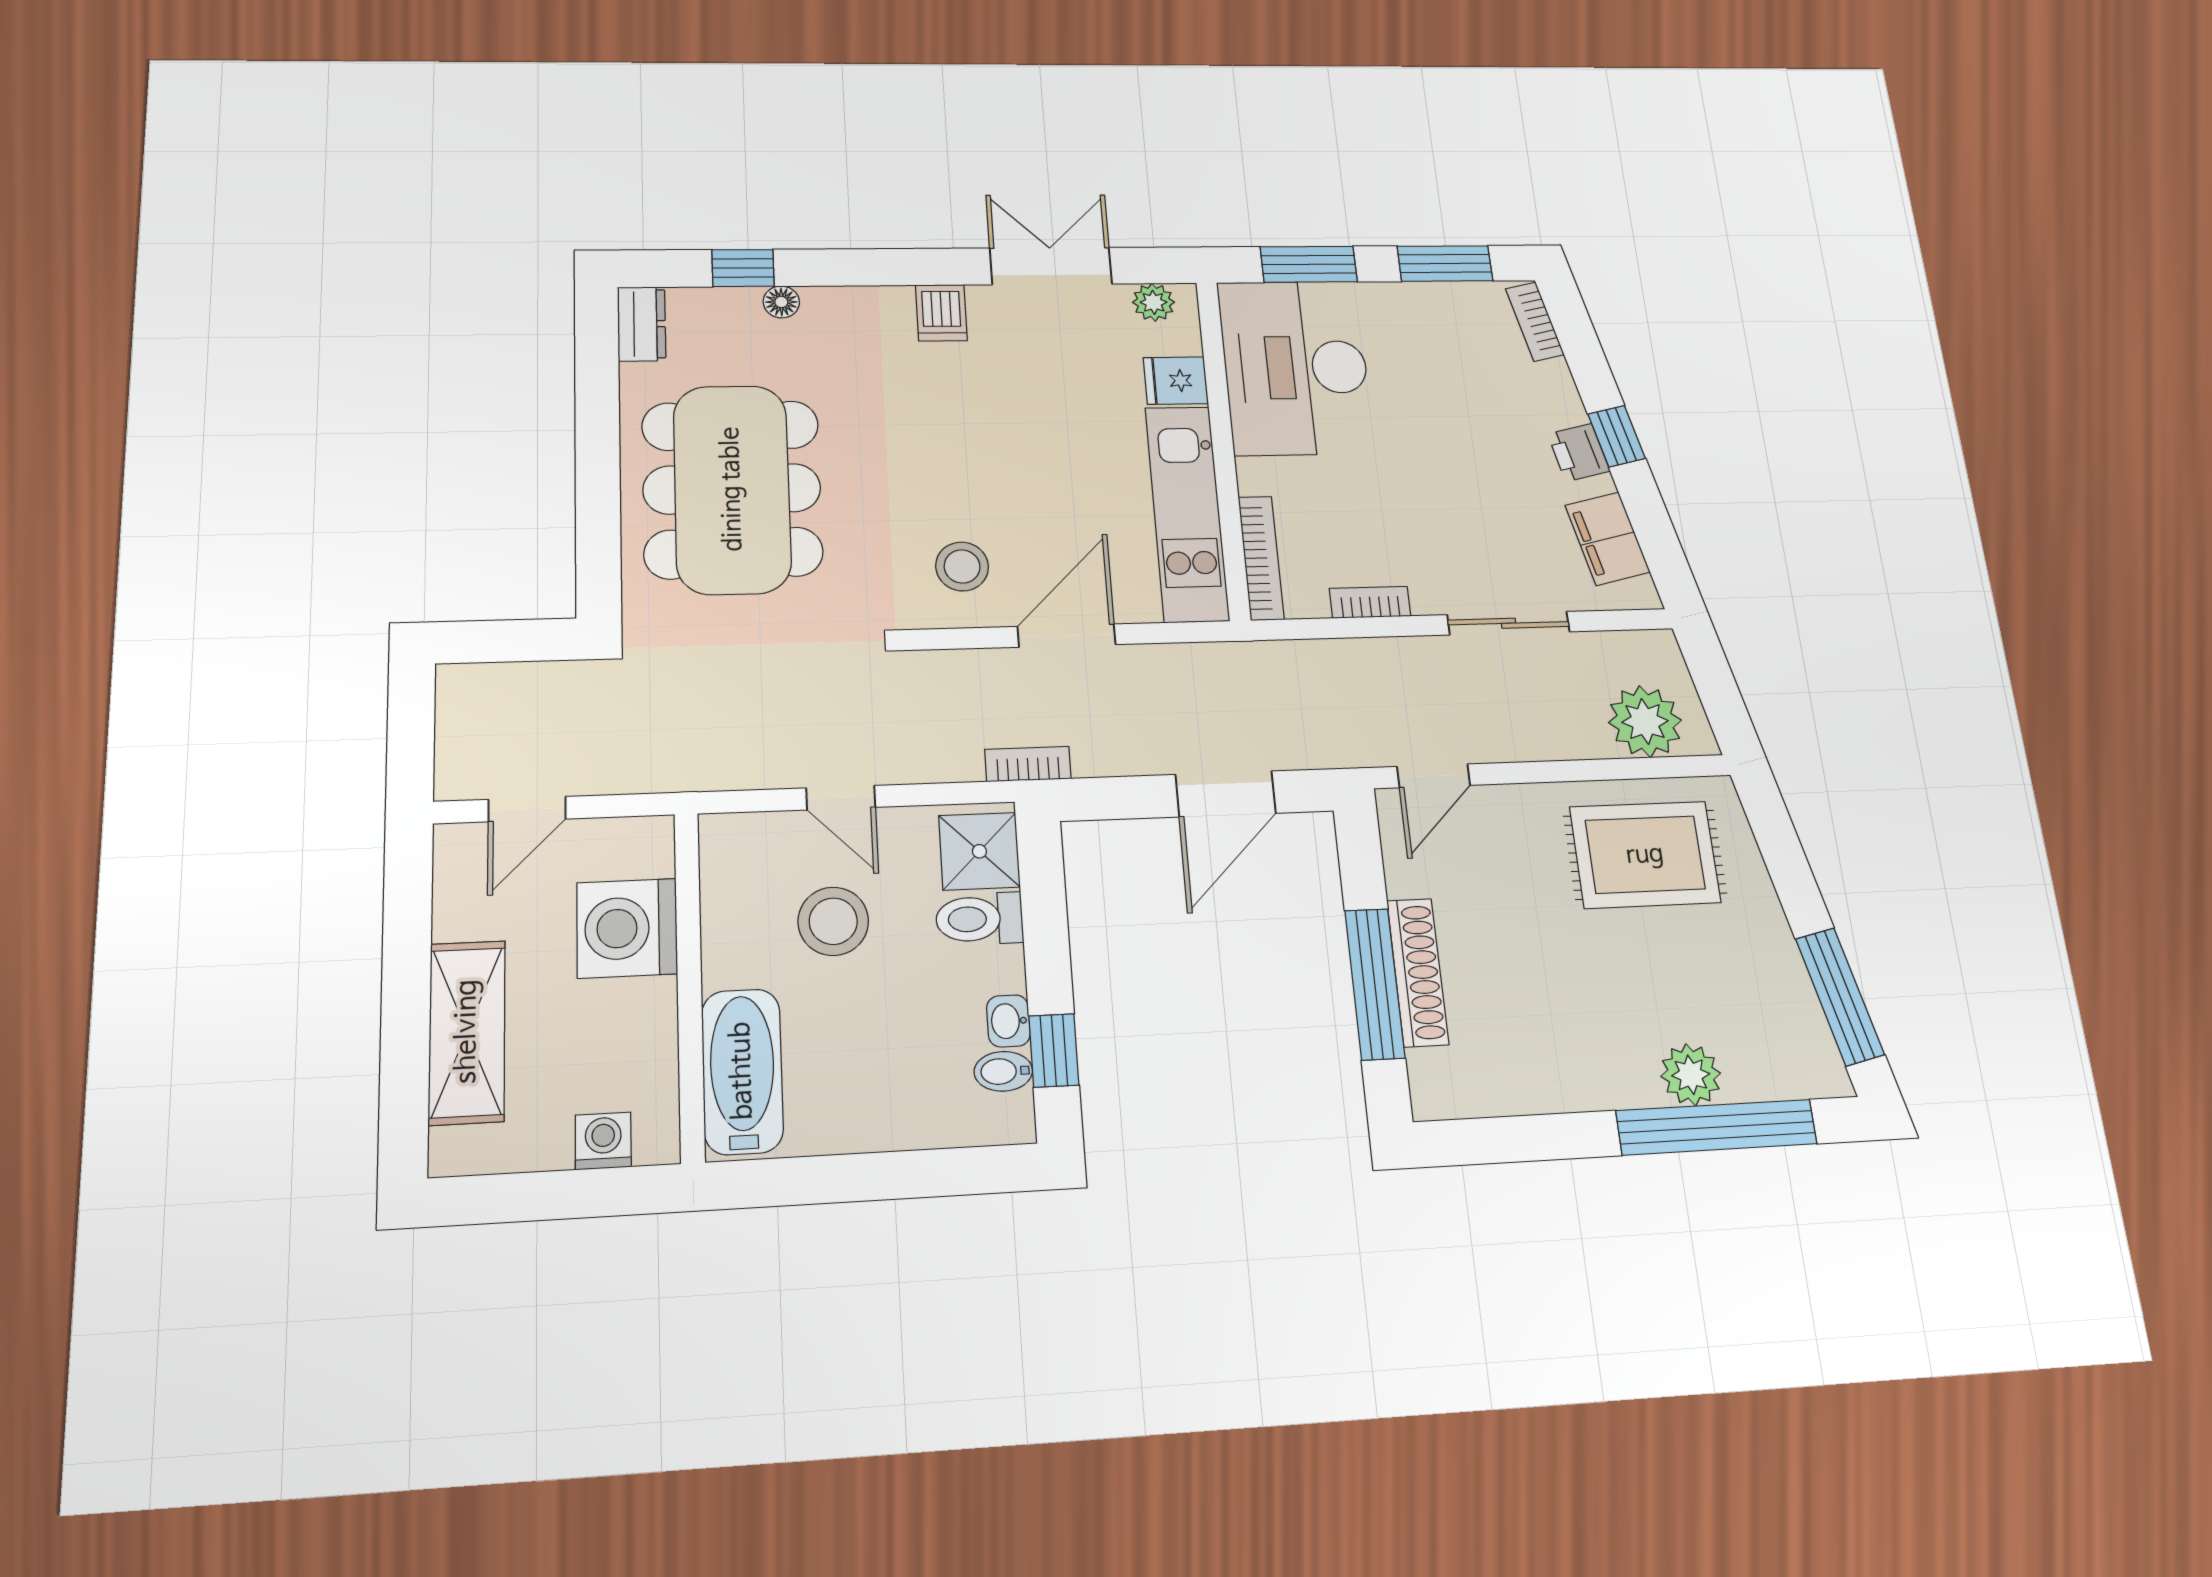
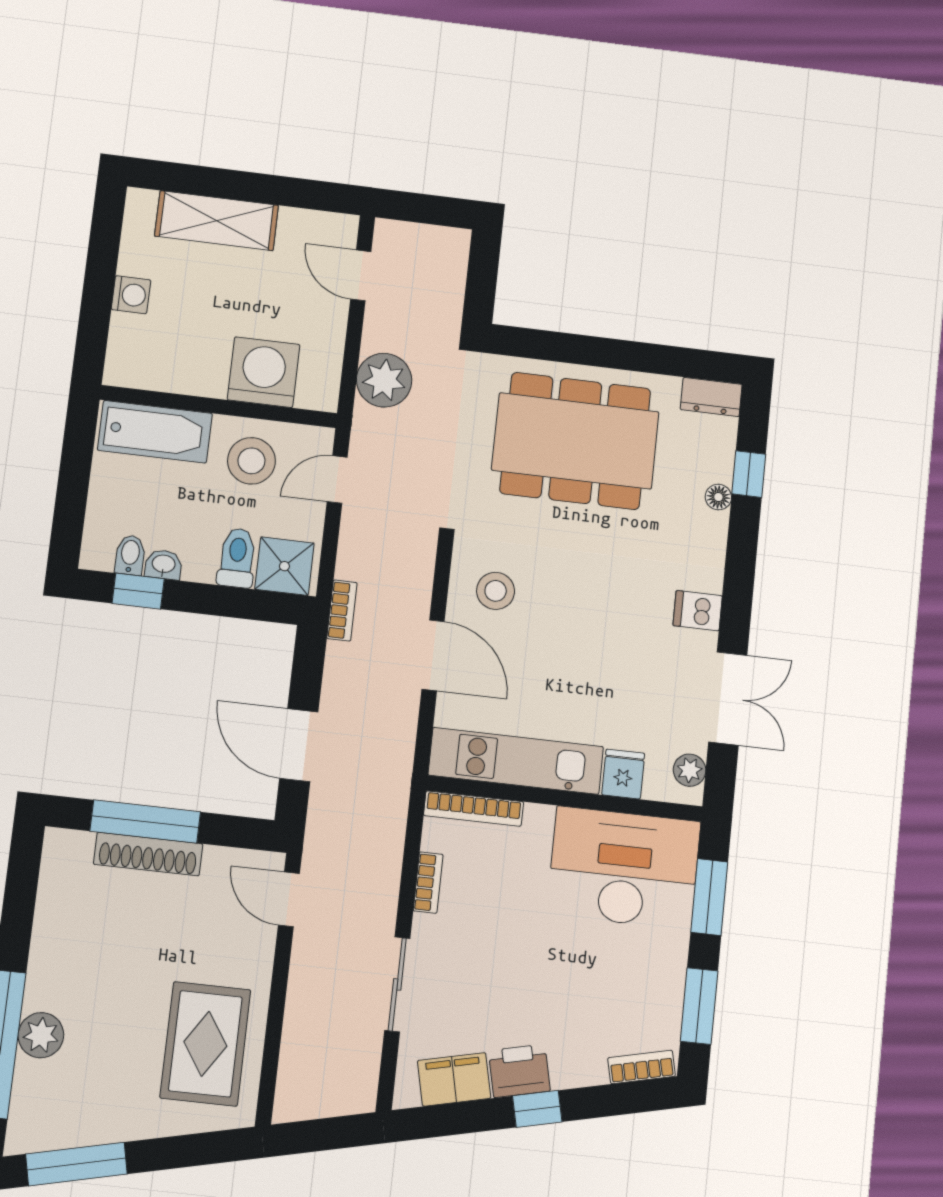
printer: (1579, 453) -> (519, 1071), width x1.36, depth x1.24
plant: (1645, 721) -> (384, 380), moved
washing machine: (627, 928) -> (264, 372), moved
wall: (689, 985) -> (219, 407), moved
bathtub: (742, 1071) -> (155, 432), moved

